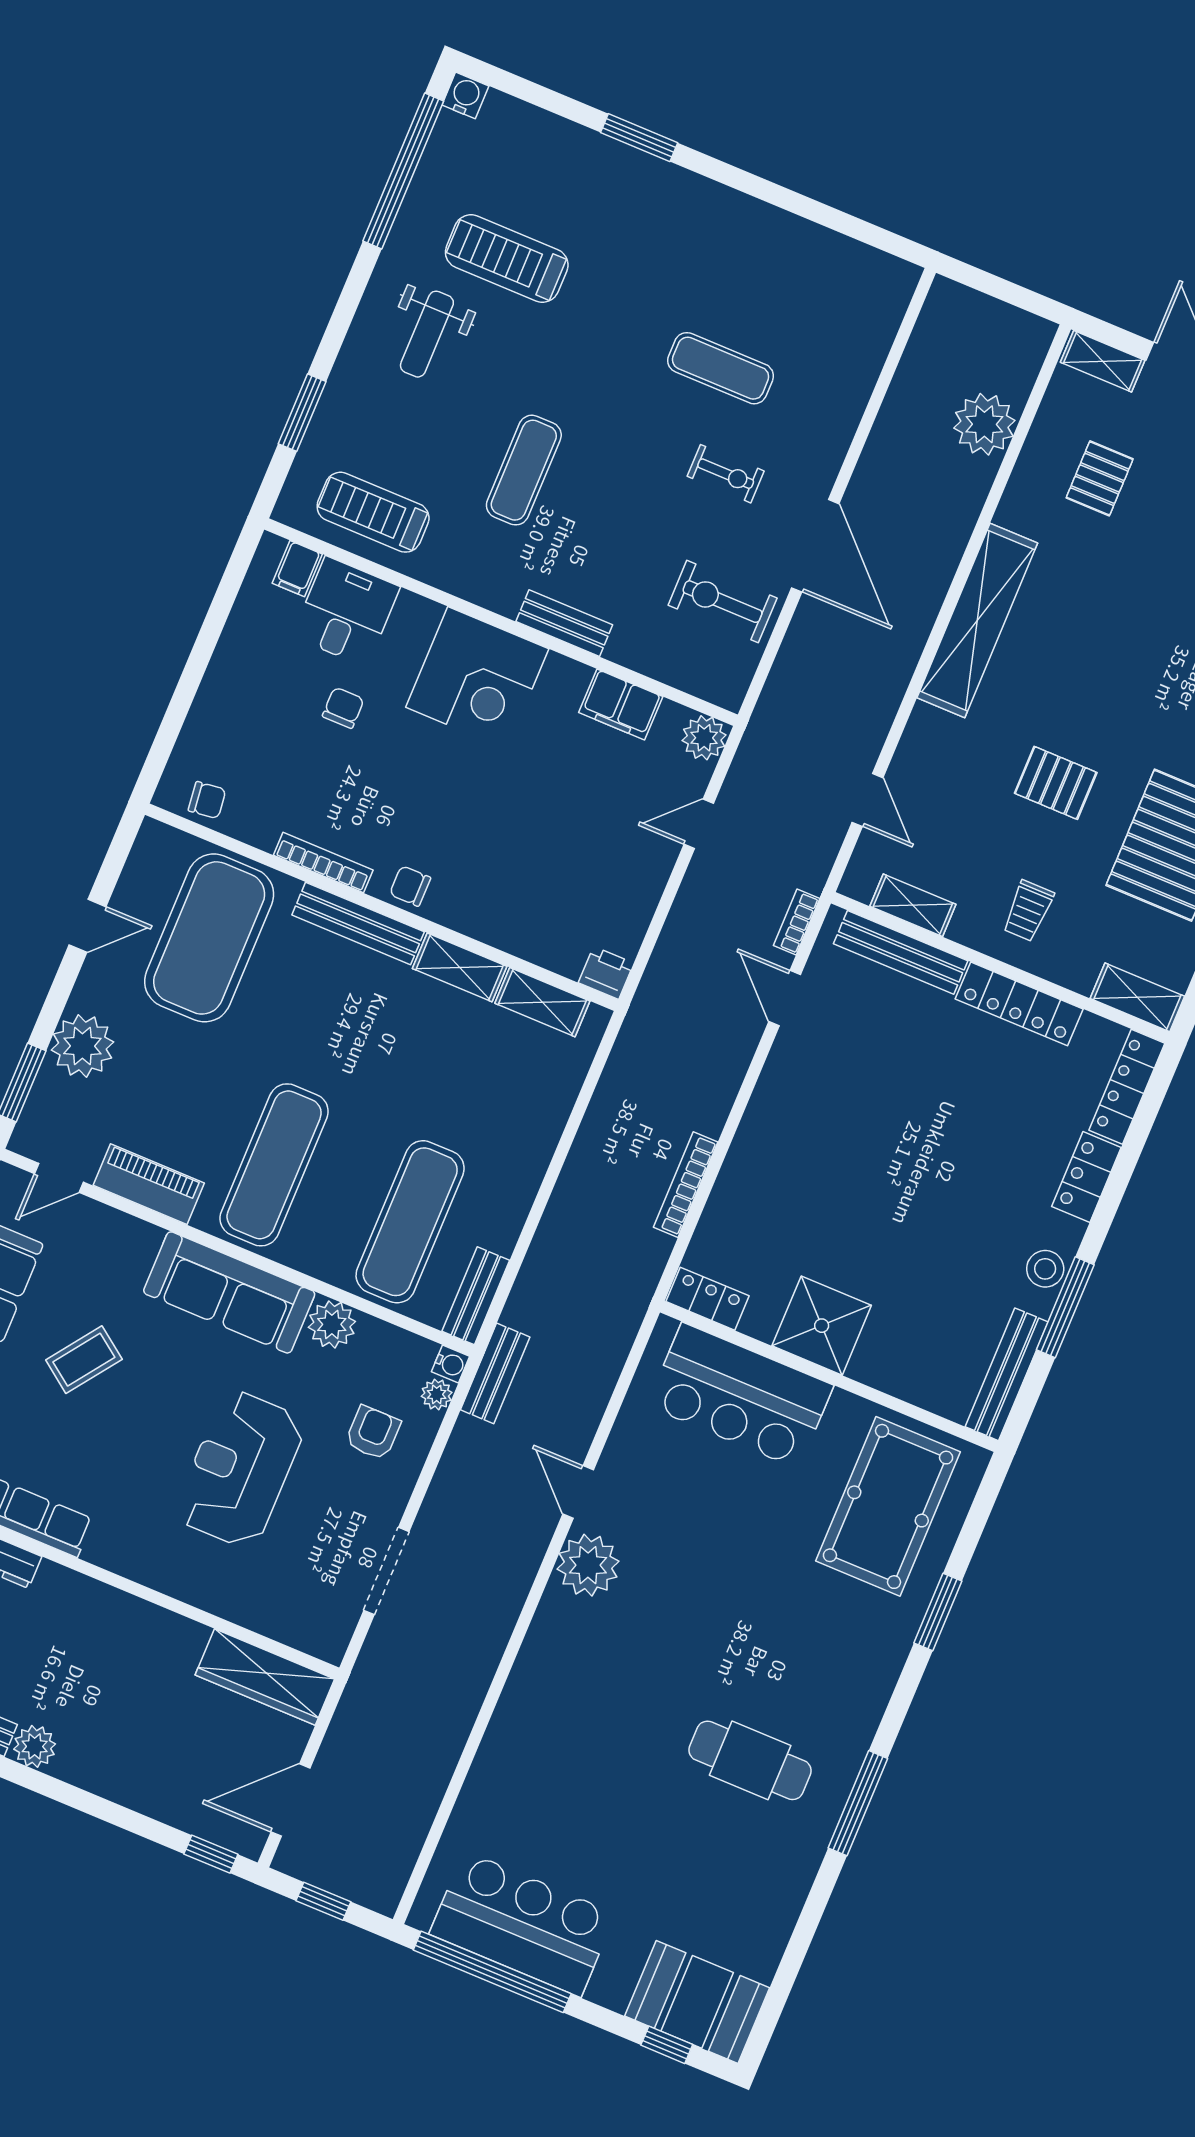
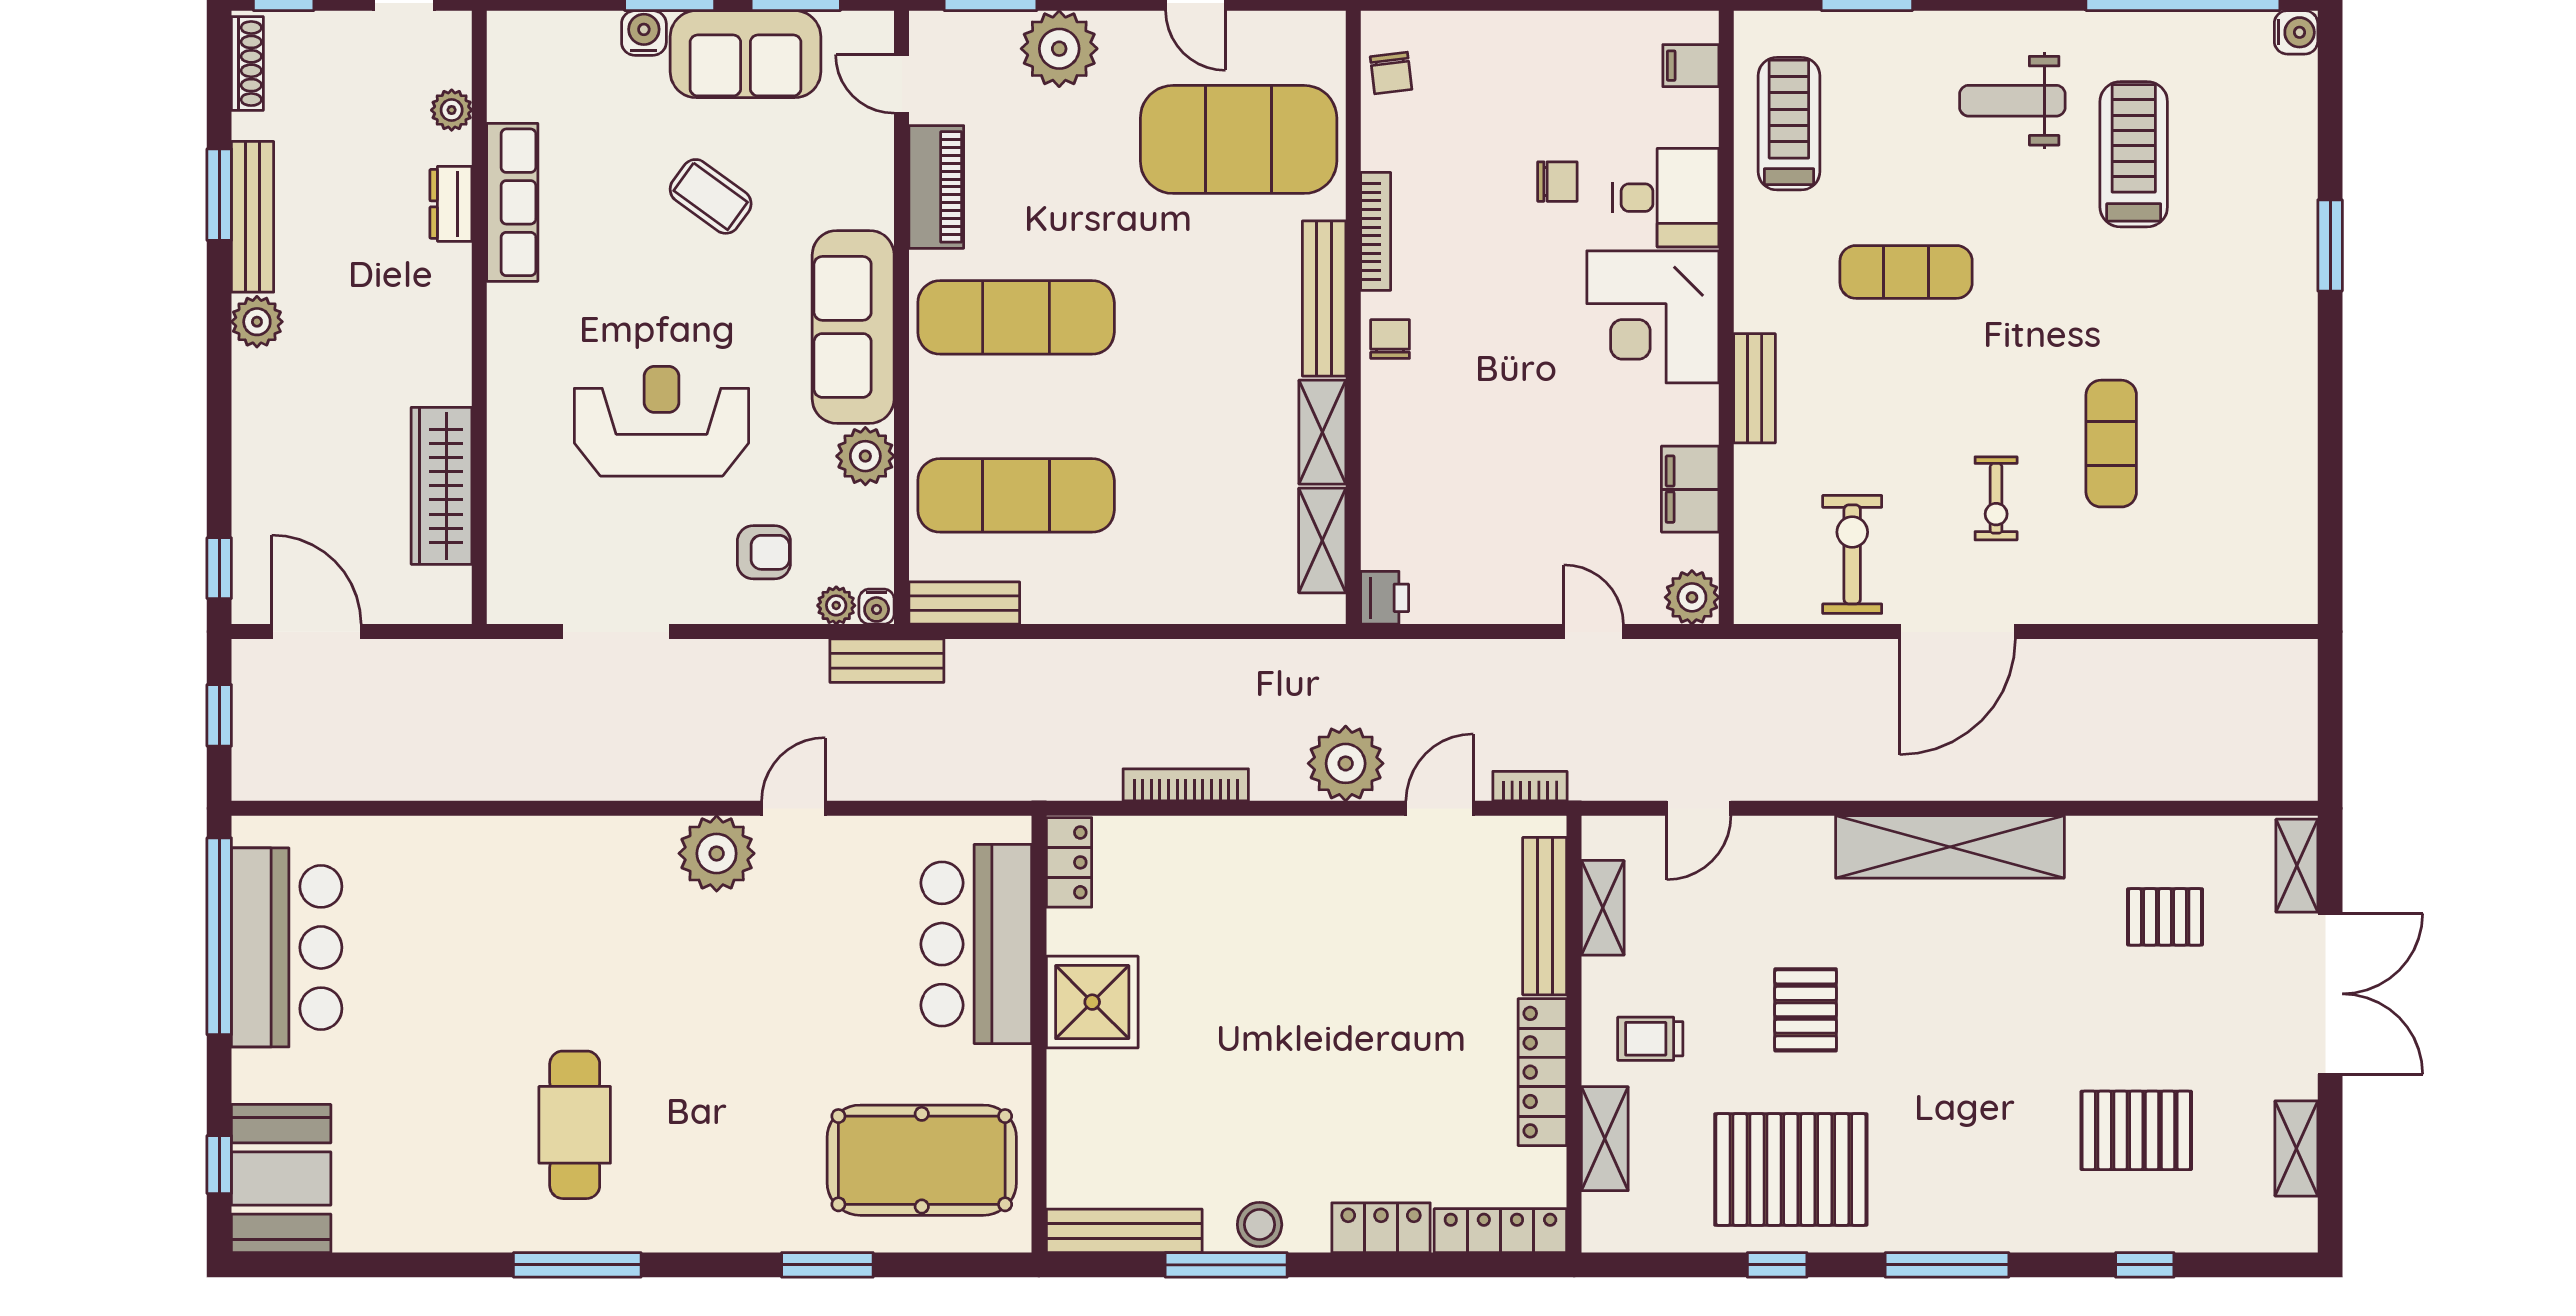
plant: (984, 424) -> (1346, 763), moved
desk: (346, 612) -> (1666, 198), moved
shelving: (1137, 997) -> (1605, 1139), moved
wardrobe: (265, 1677) -> (442, 486), moved

